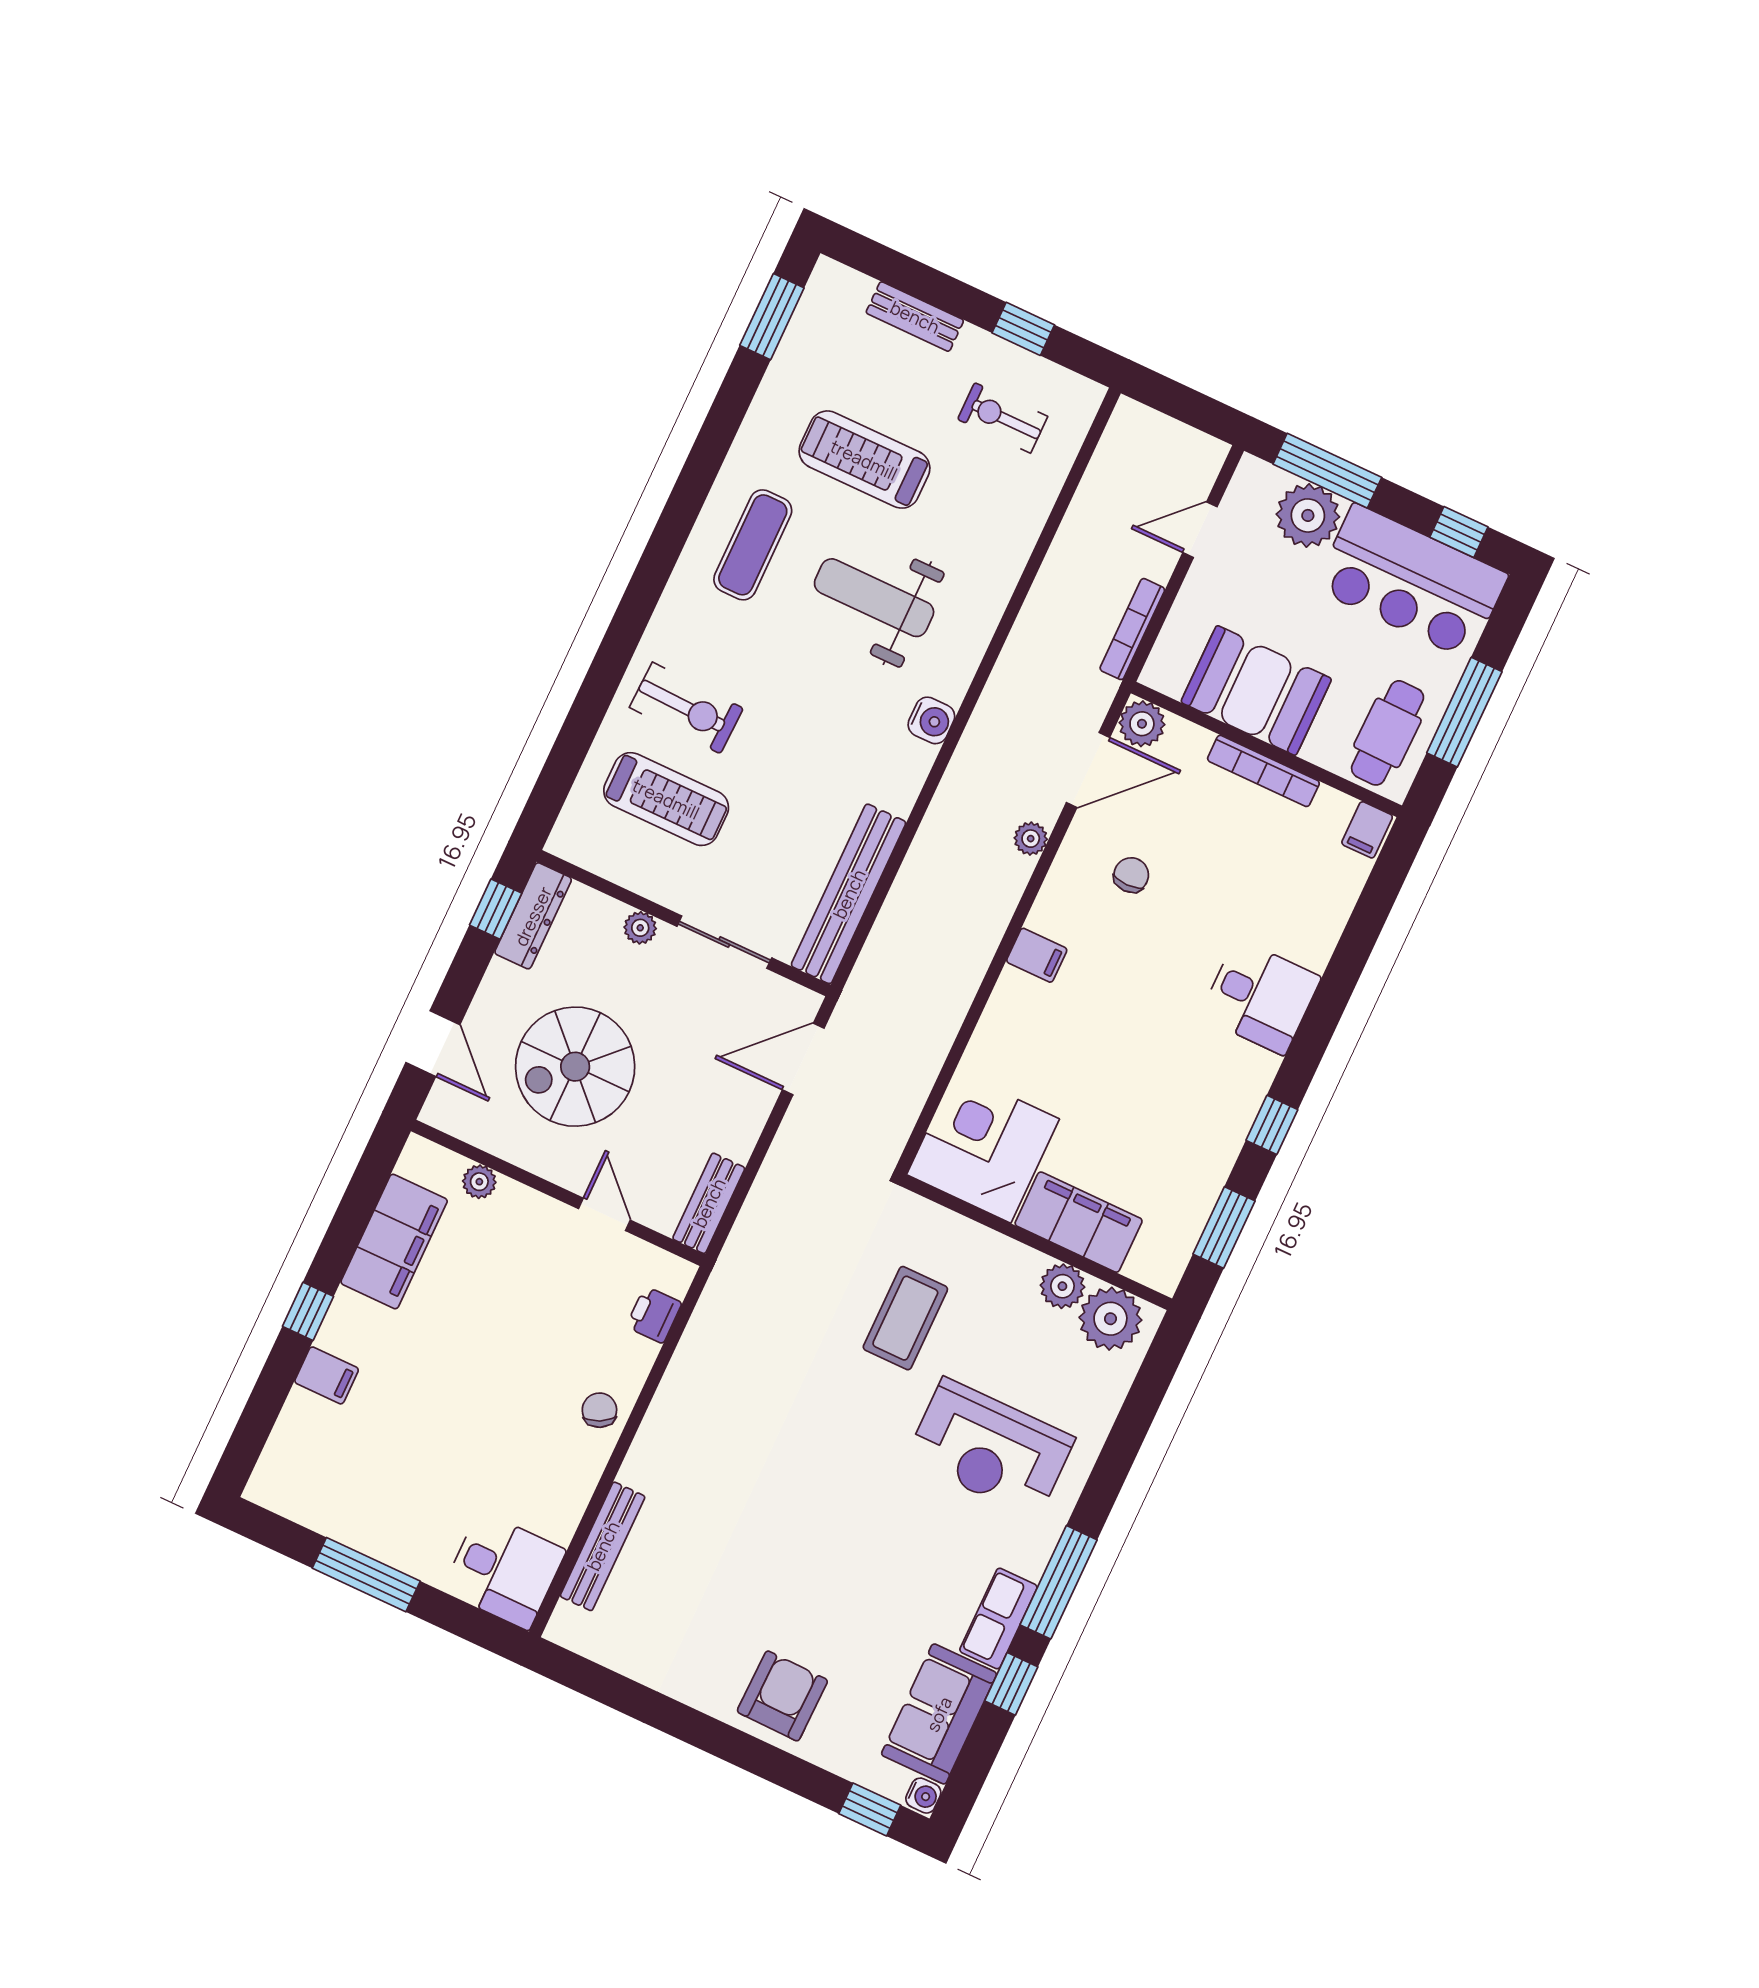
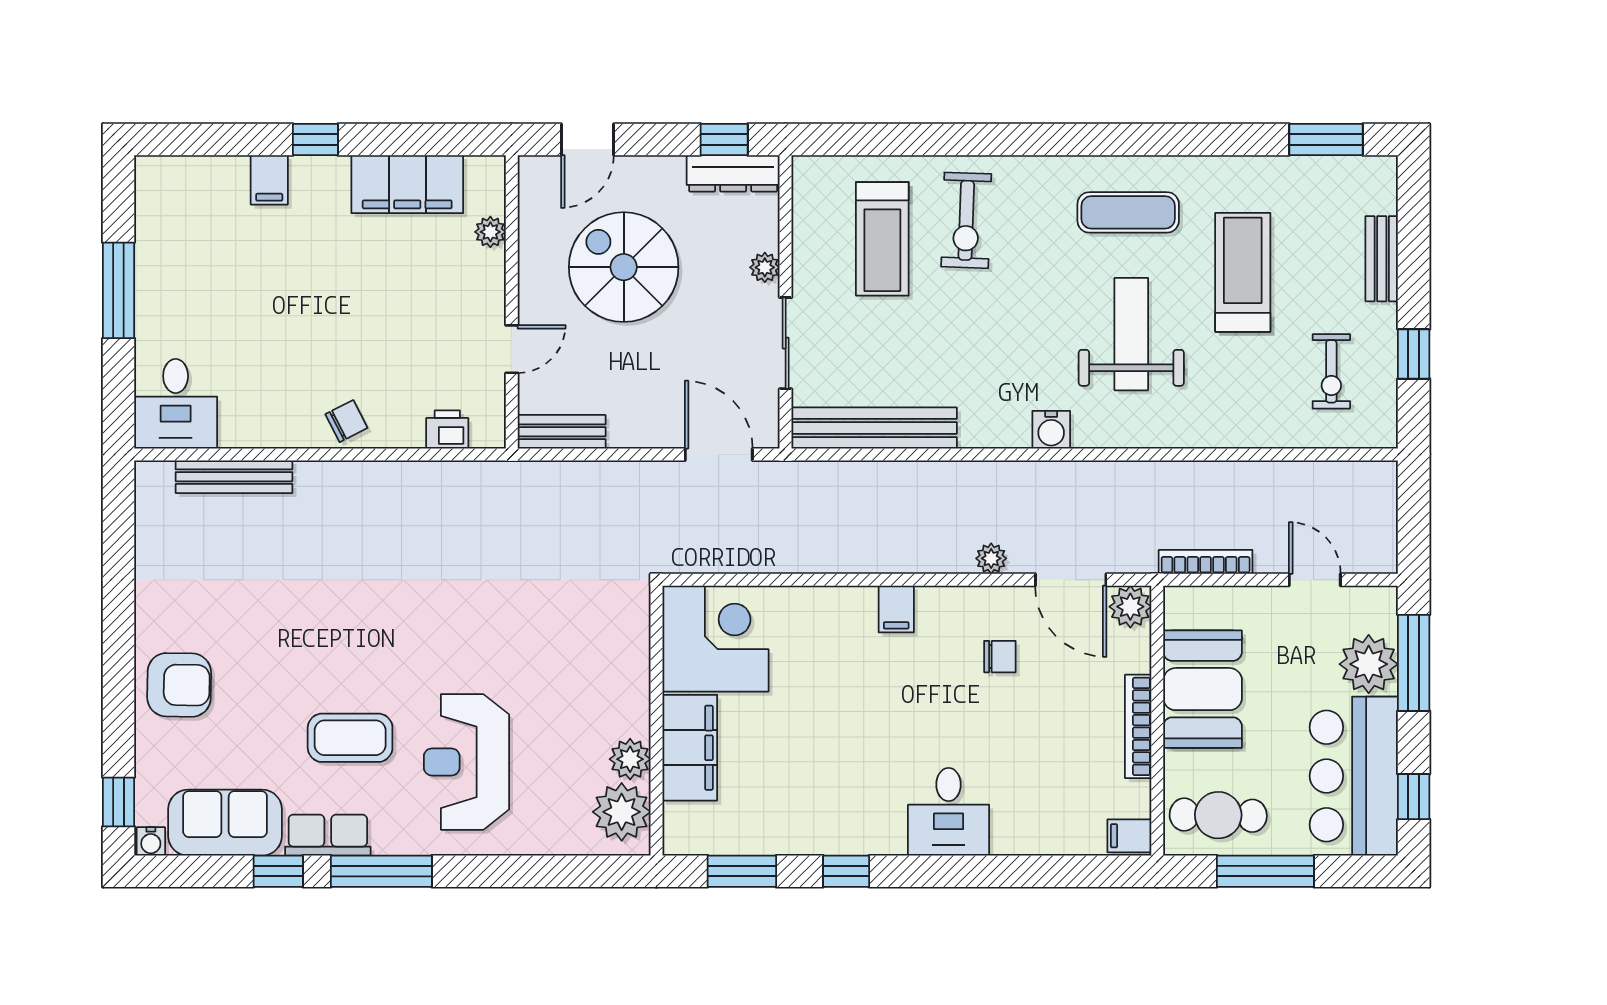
exercise bike: (1003, 418) -> (1331, 371), turned 180
coffee table: (905, 1318) -> (350, 738), moved

